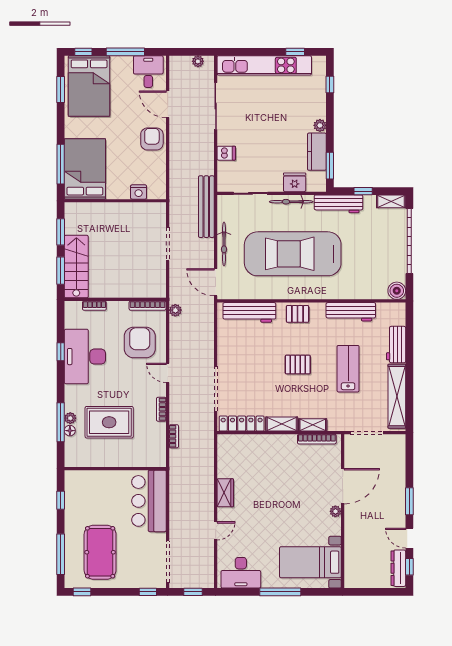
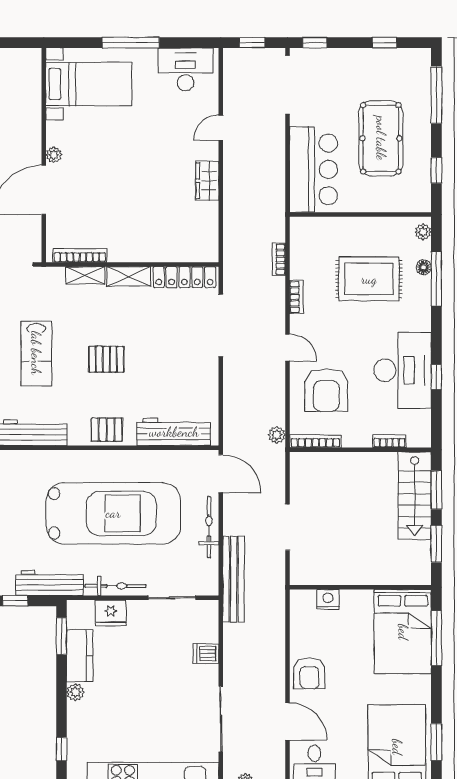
plant: (70, 418) -> (423, 232), moved
pool table: (100, 552) -> (381, 138), moved
window: (82, 592) -> (385, 43), moved

